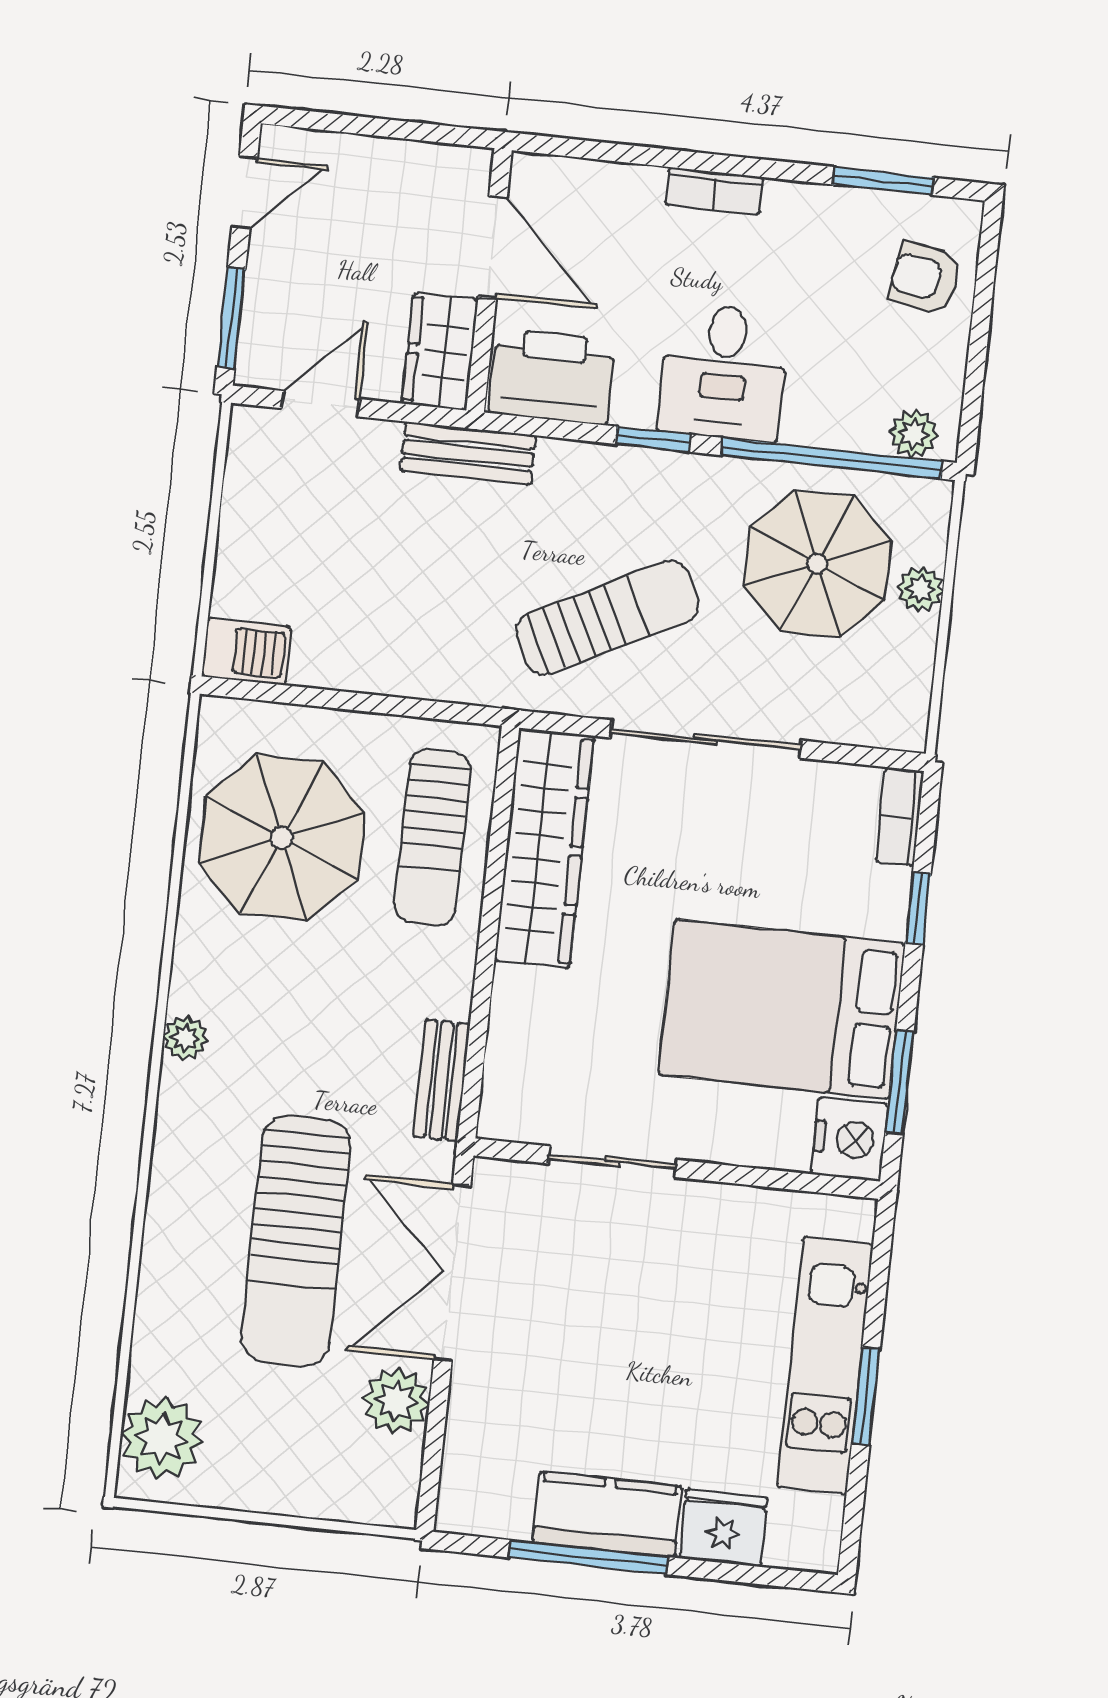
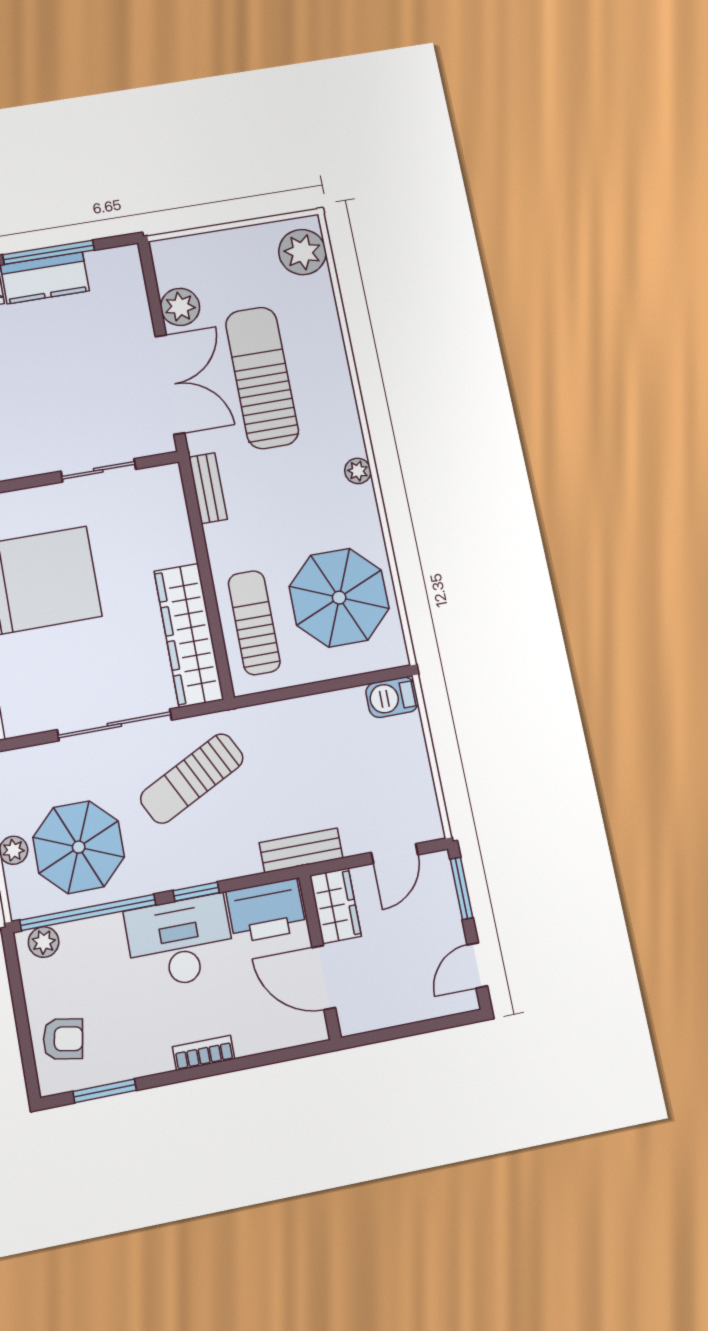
desk: (723, 372) -> (180, 942), width x1.37

